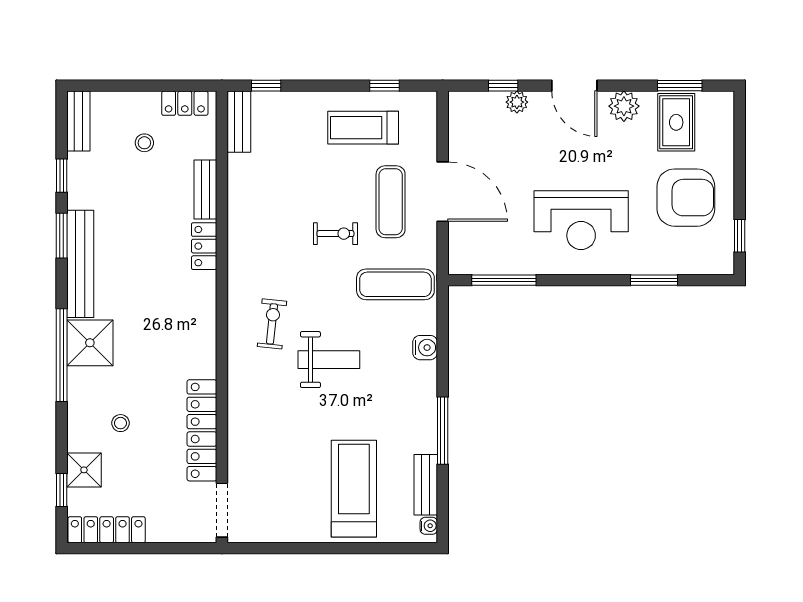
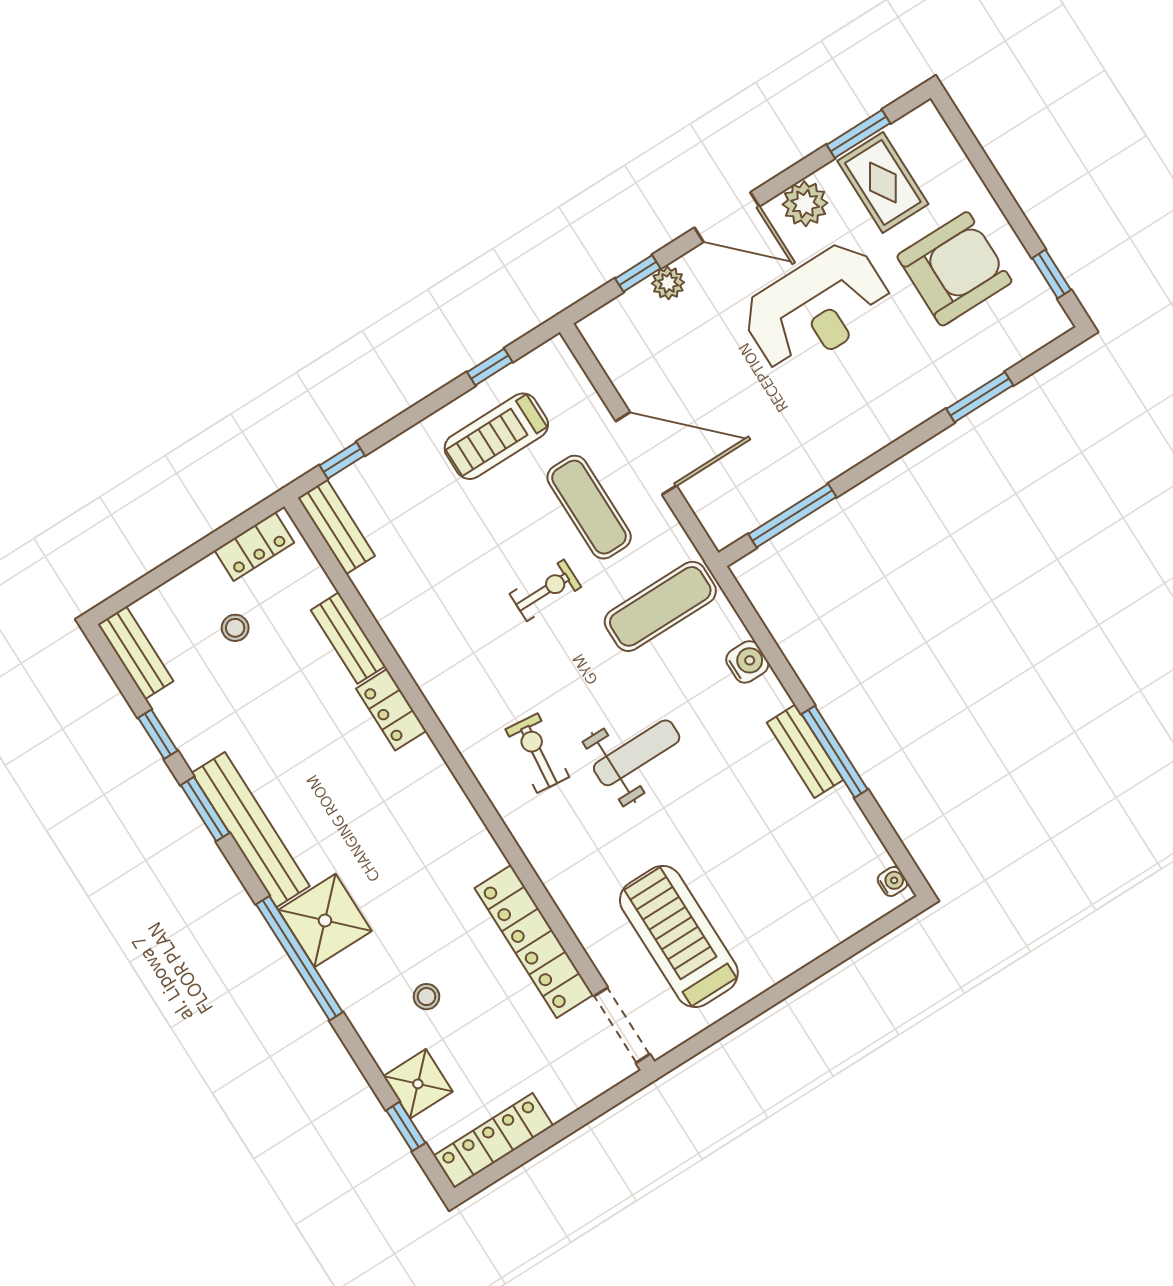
reception desk: (581, 220) -> (817, 308), moved
bench: (426, 485) -> (805, 751), moved
treadmill: (354, 489) -> (679, 936), moved

